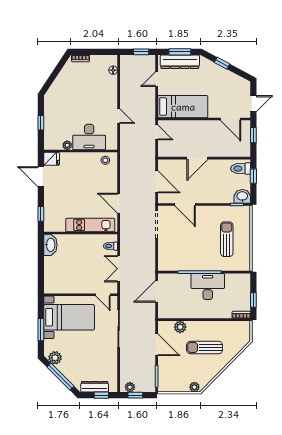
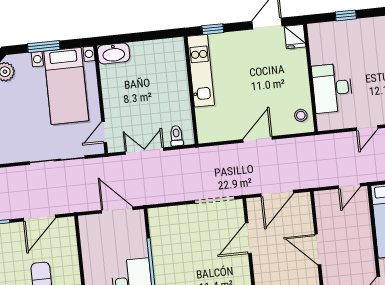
plant: (67, 145) -> (317, 57), removed
door: (119, 203) -> (258, 139), moved
kitchen unit: (90, 225) -> (201, 71), moved
washbasin: (50, 245) -> (114, 53), moved
plant: (180, 327) -> (69, 250), removed

